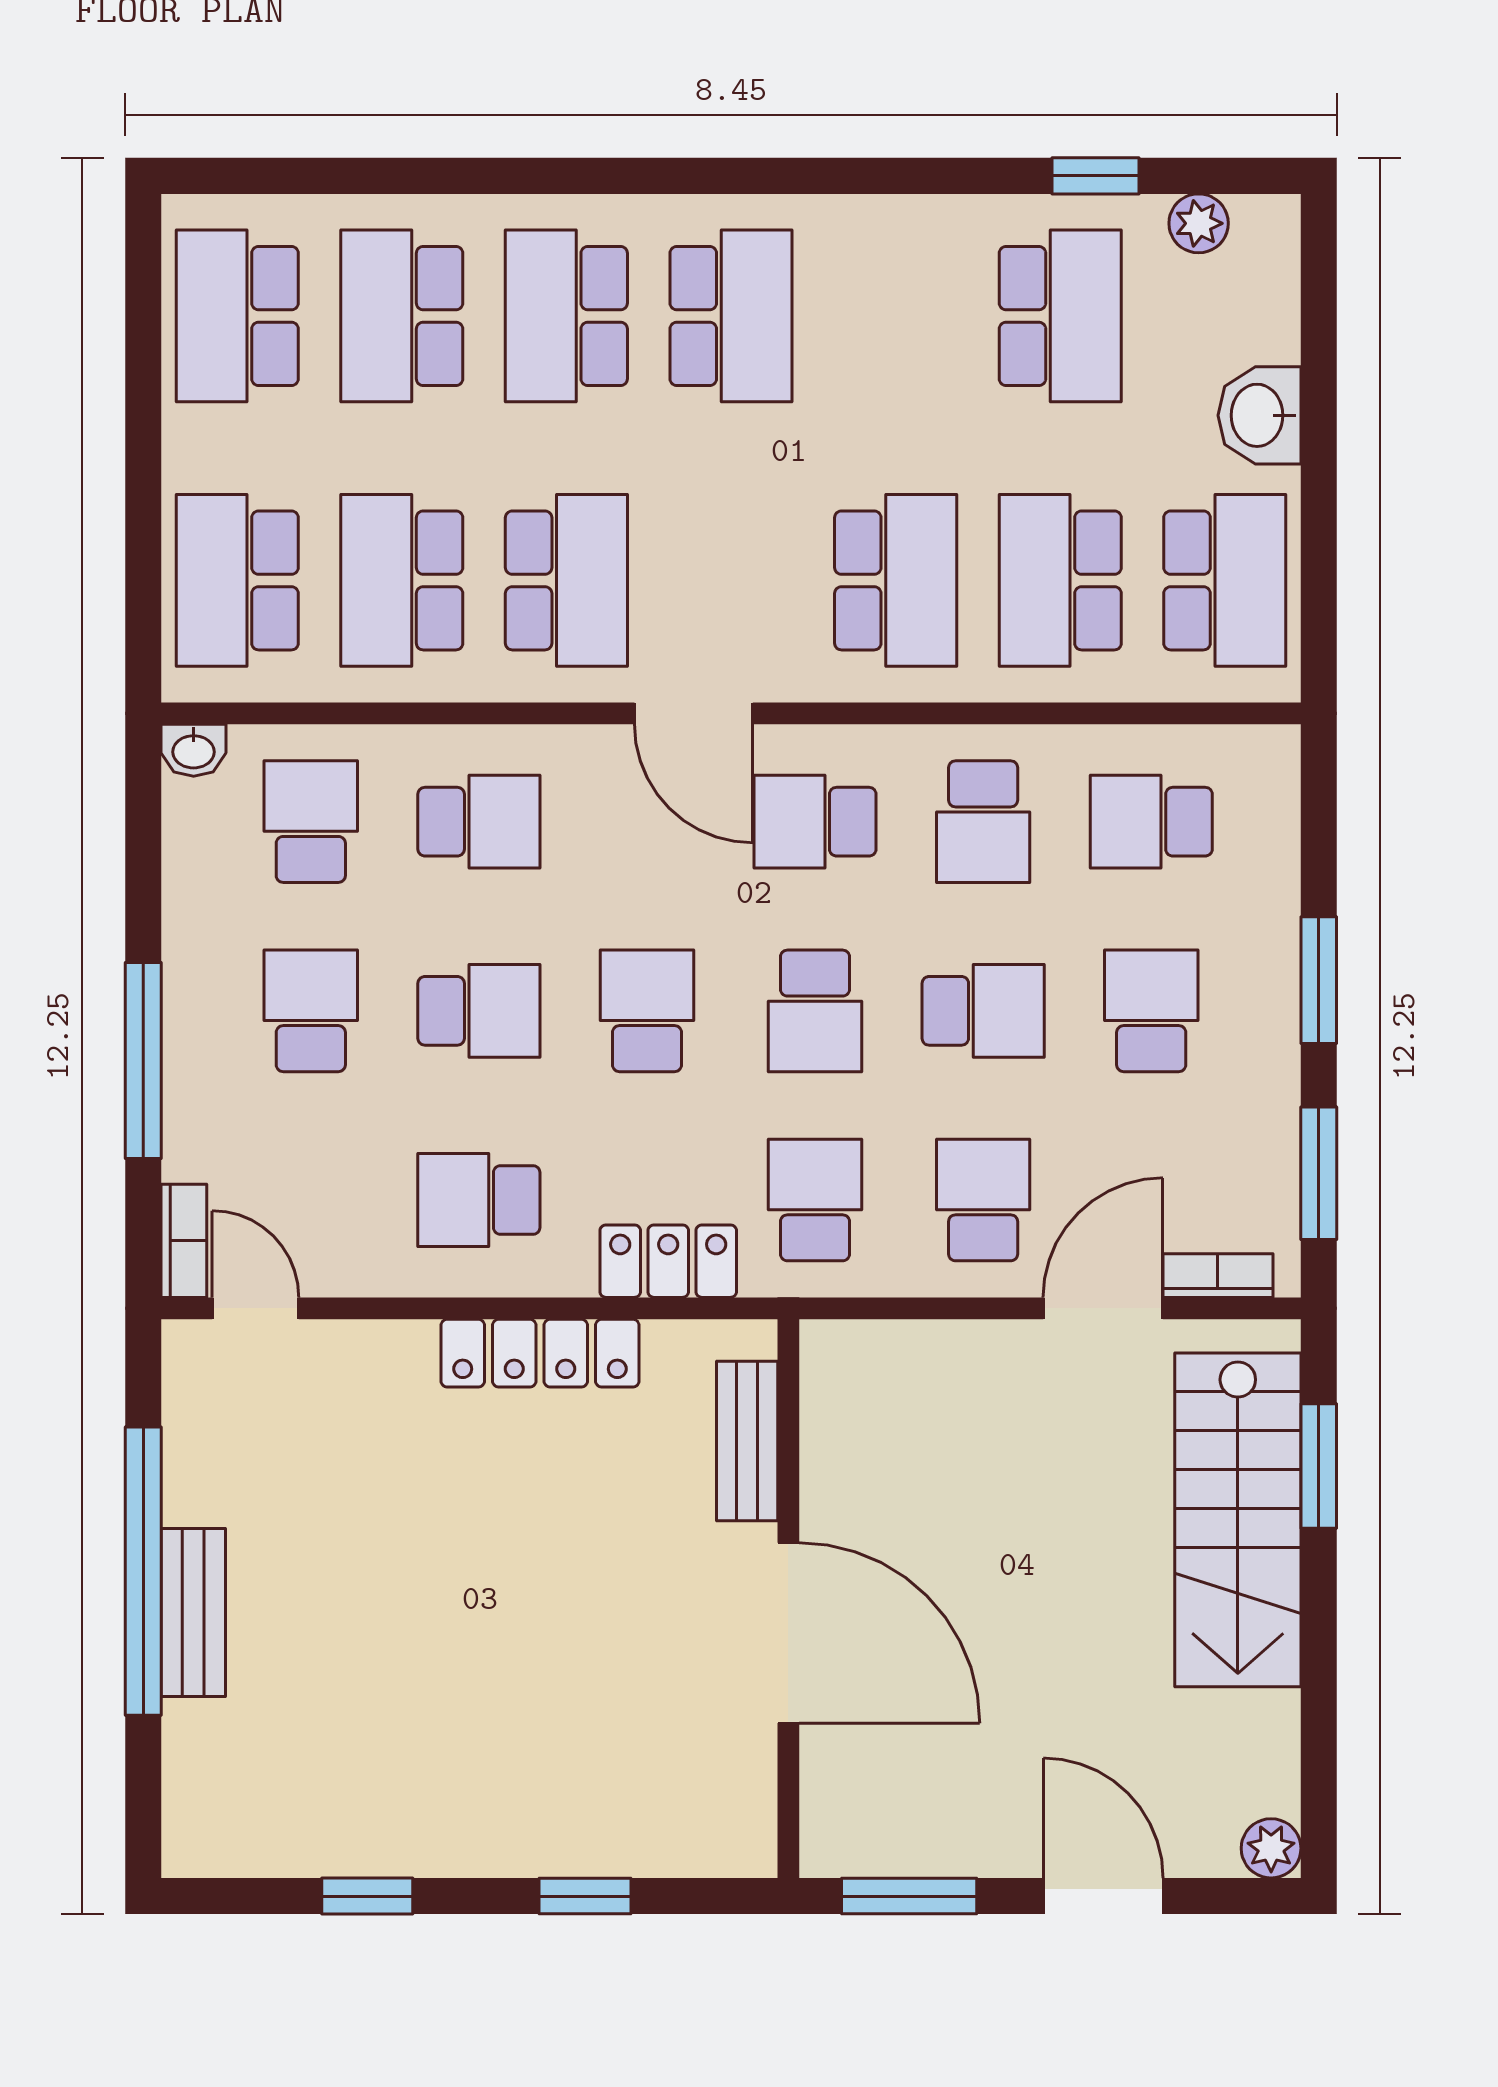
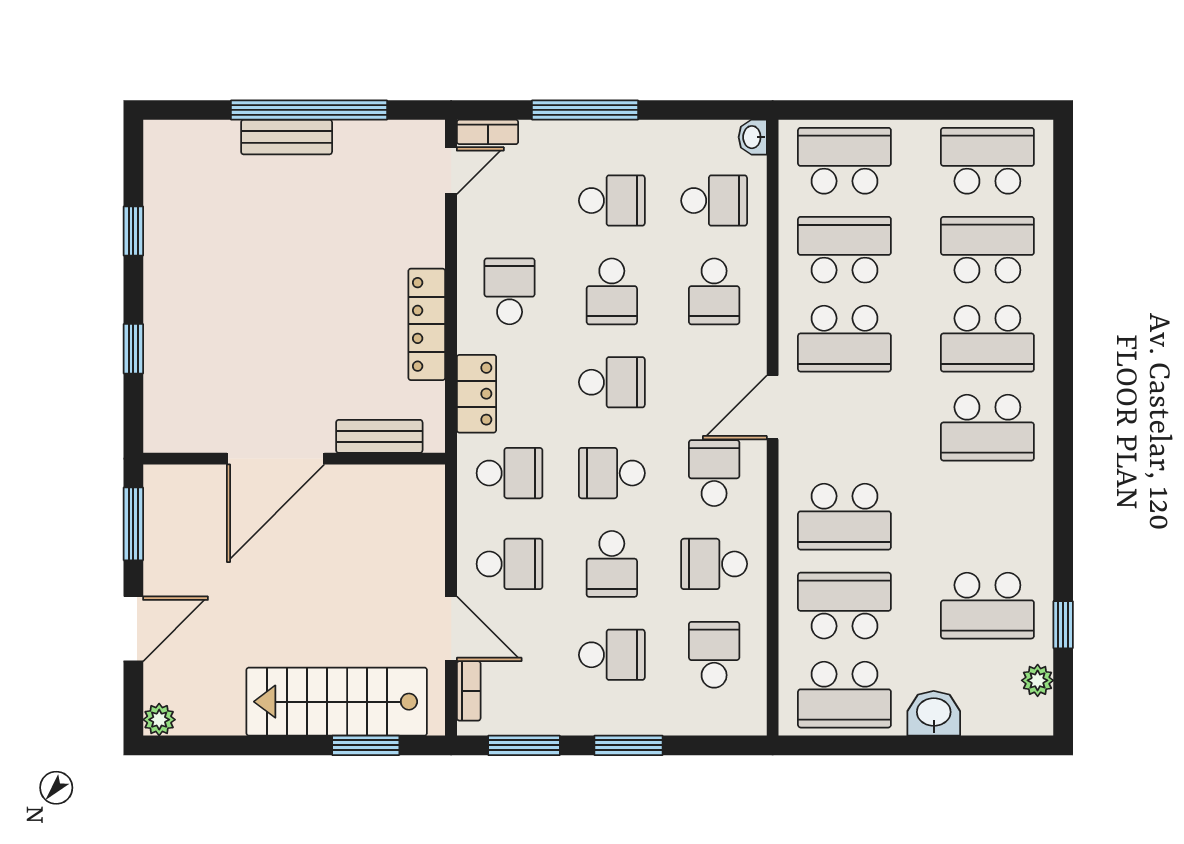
school desk: (566, 316) -> (987, 339), turned 180

